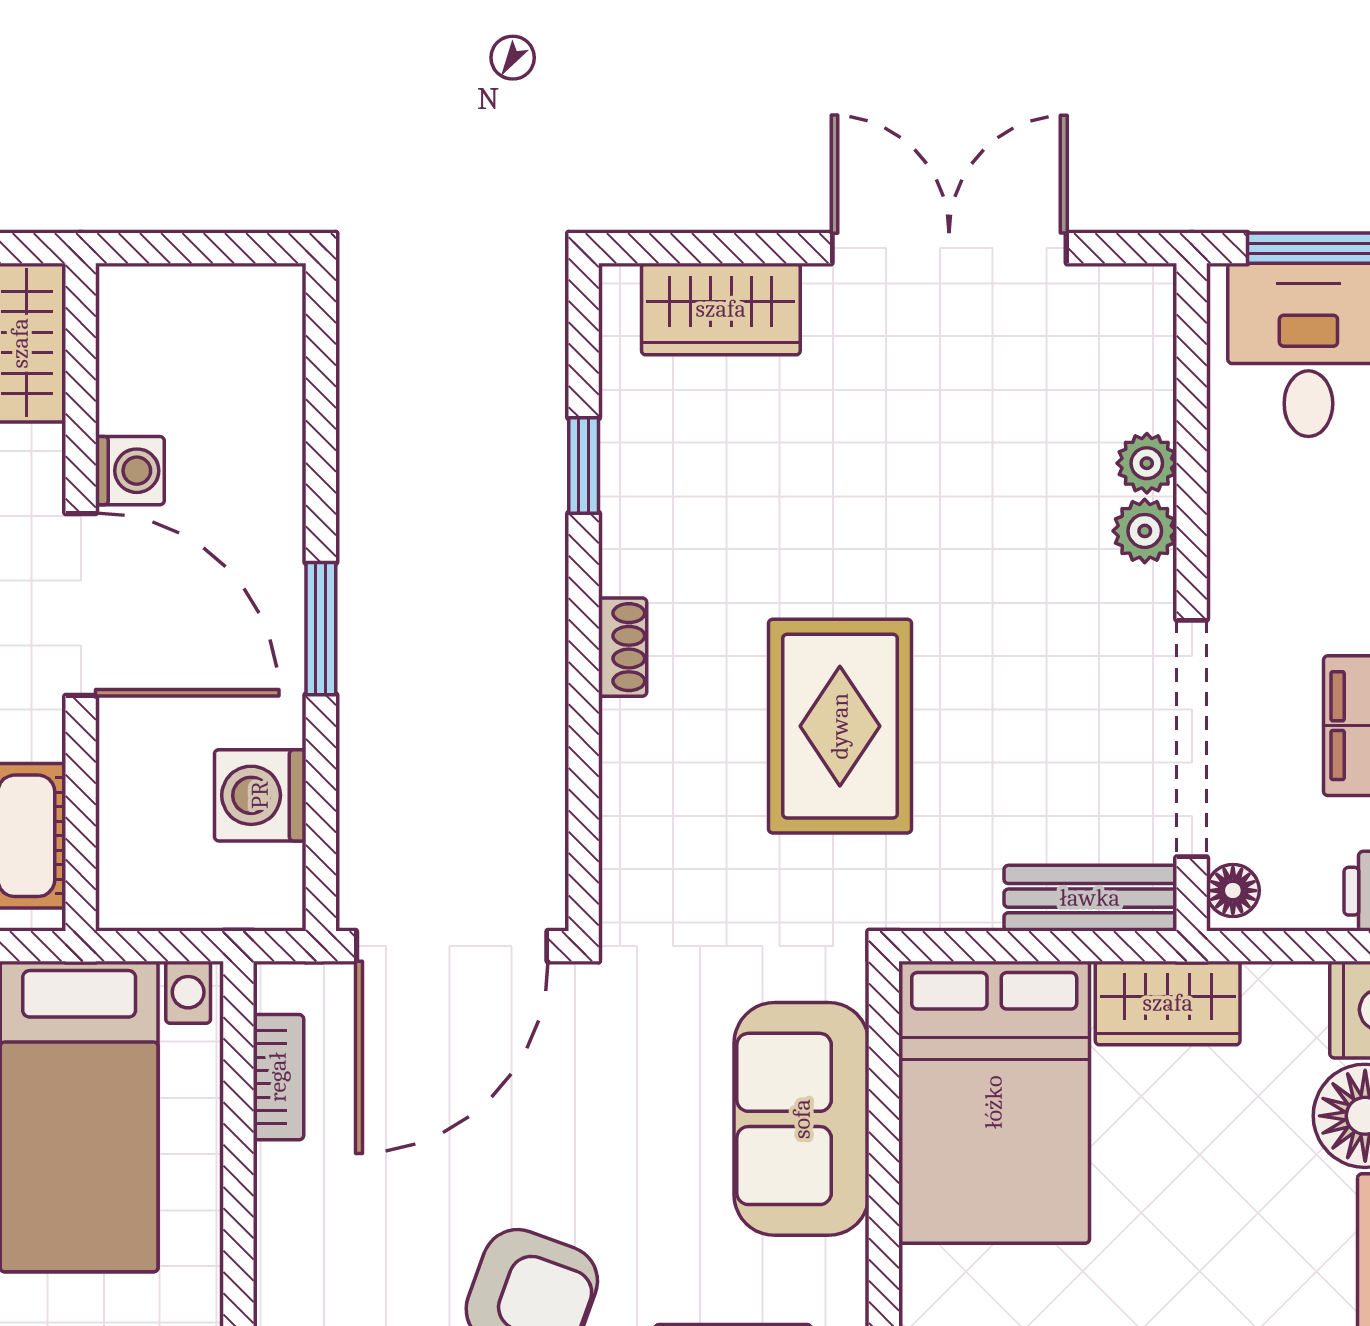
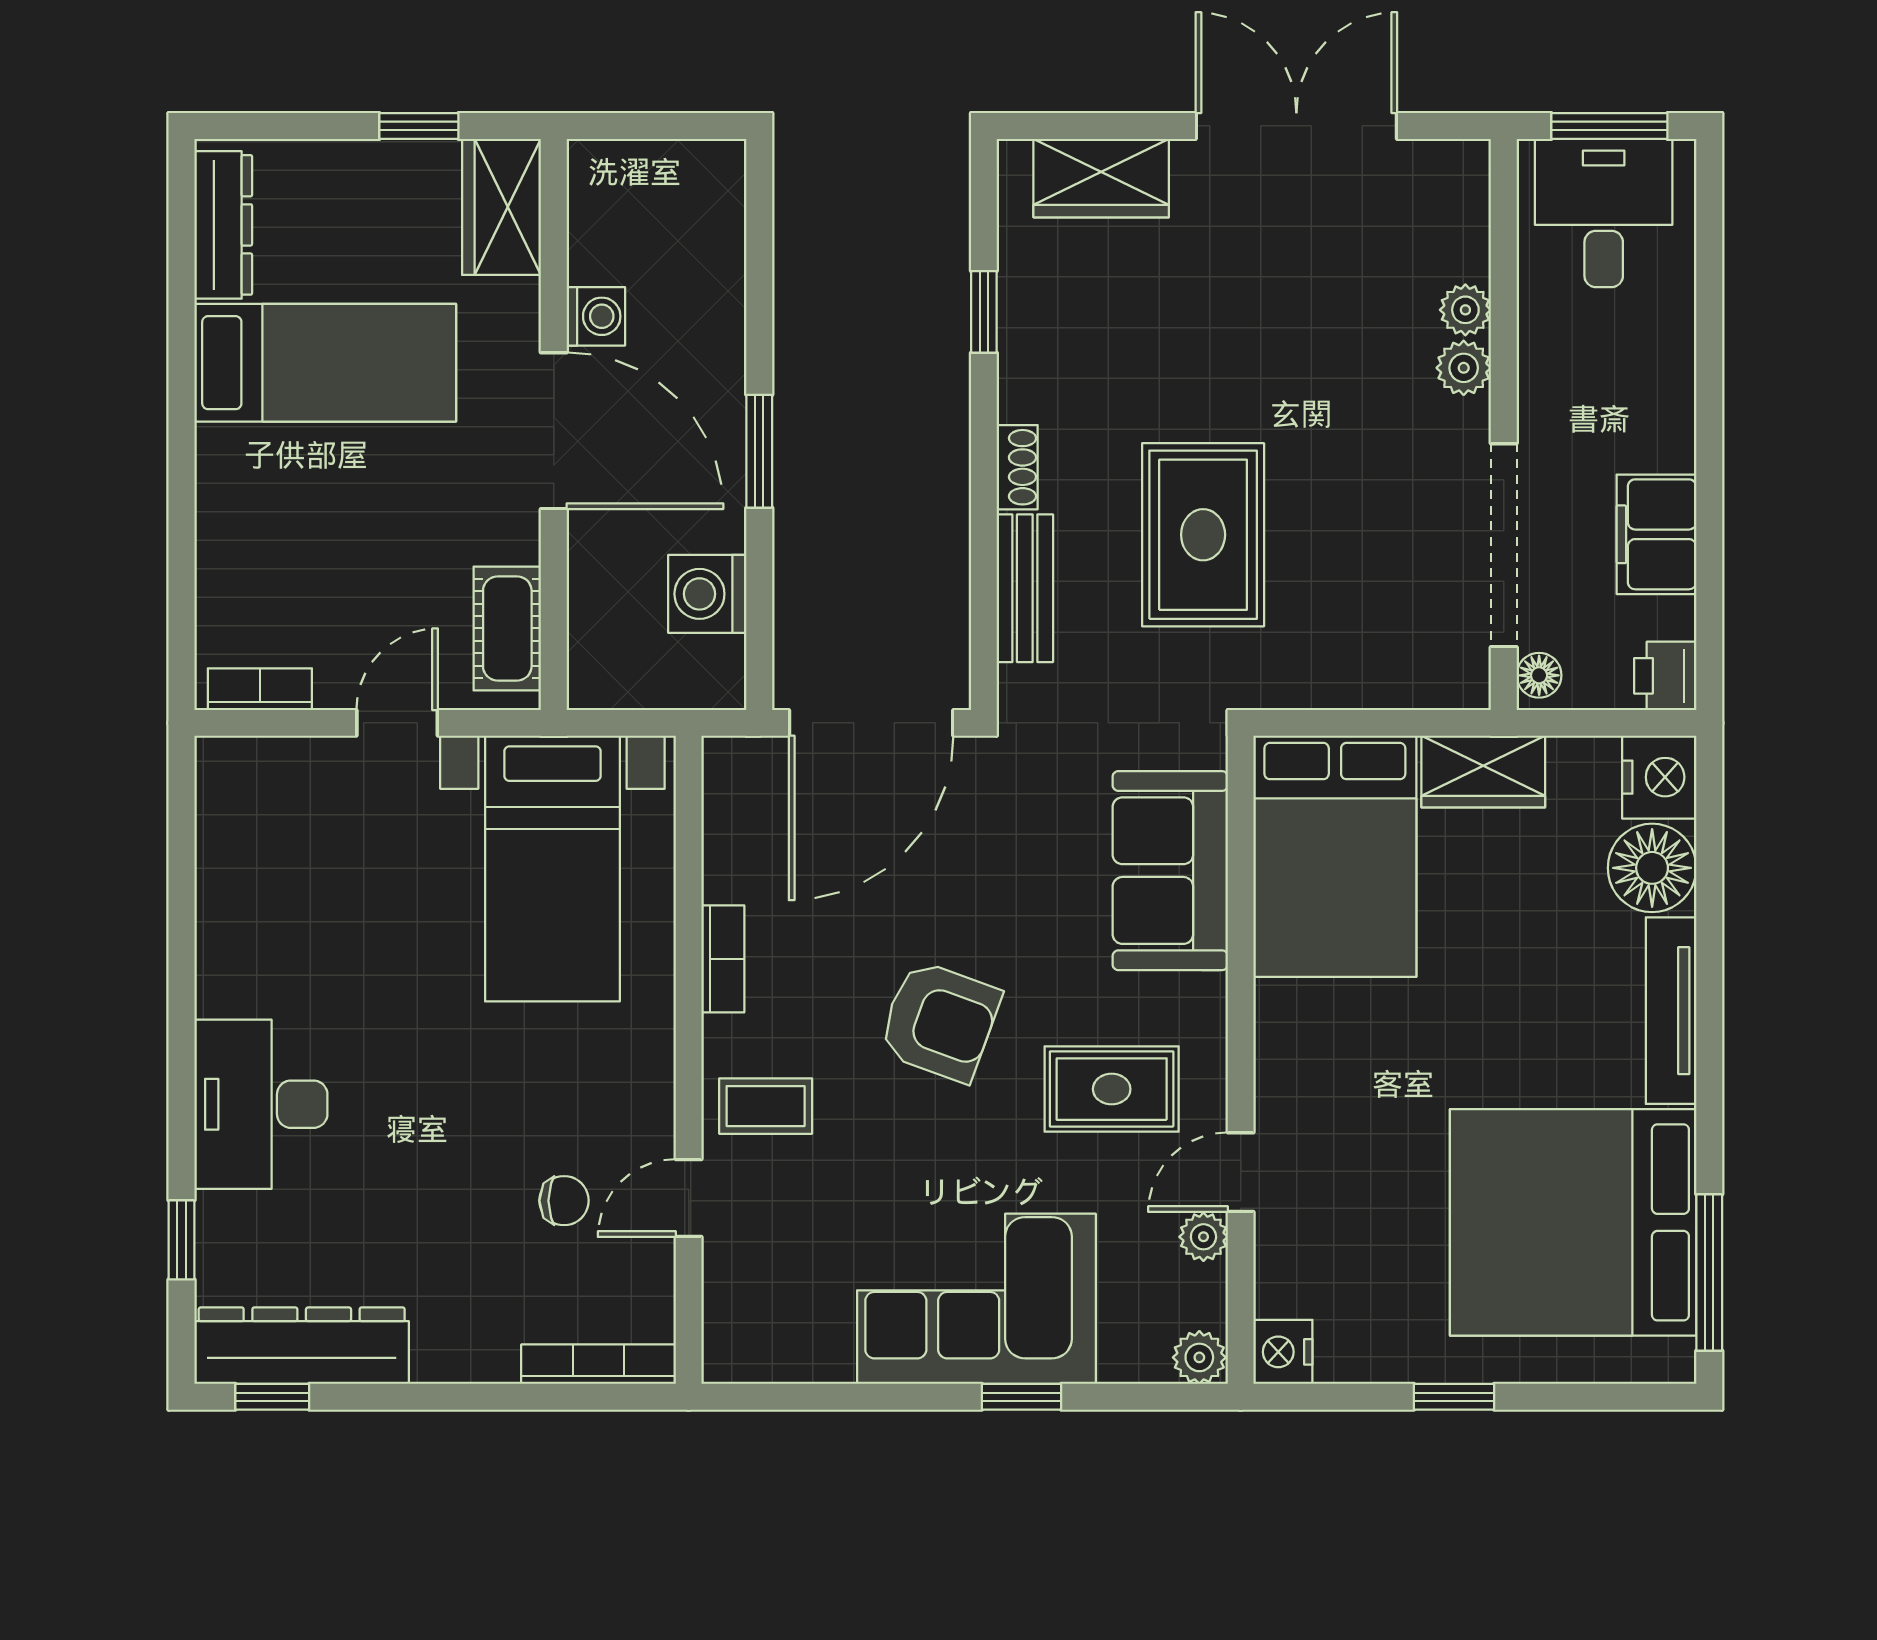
bench: (1090, 898) -> (1025, 588), moved, turned 90
bookcase: (278, 1077) -> (723, 959), moved

